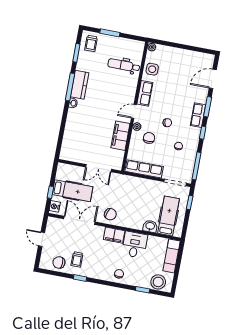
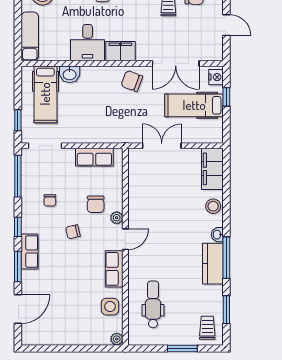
dental chair: (124, 65) -> (153, 304), turned -90
stool: (72, 122) -> (213, 206), added
filing cabinet: (120, 136) -> (212, 169), moved, turned 180
row of seats: (144, 169) -> (94, 157), width x0.68

